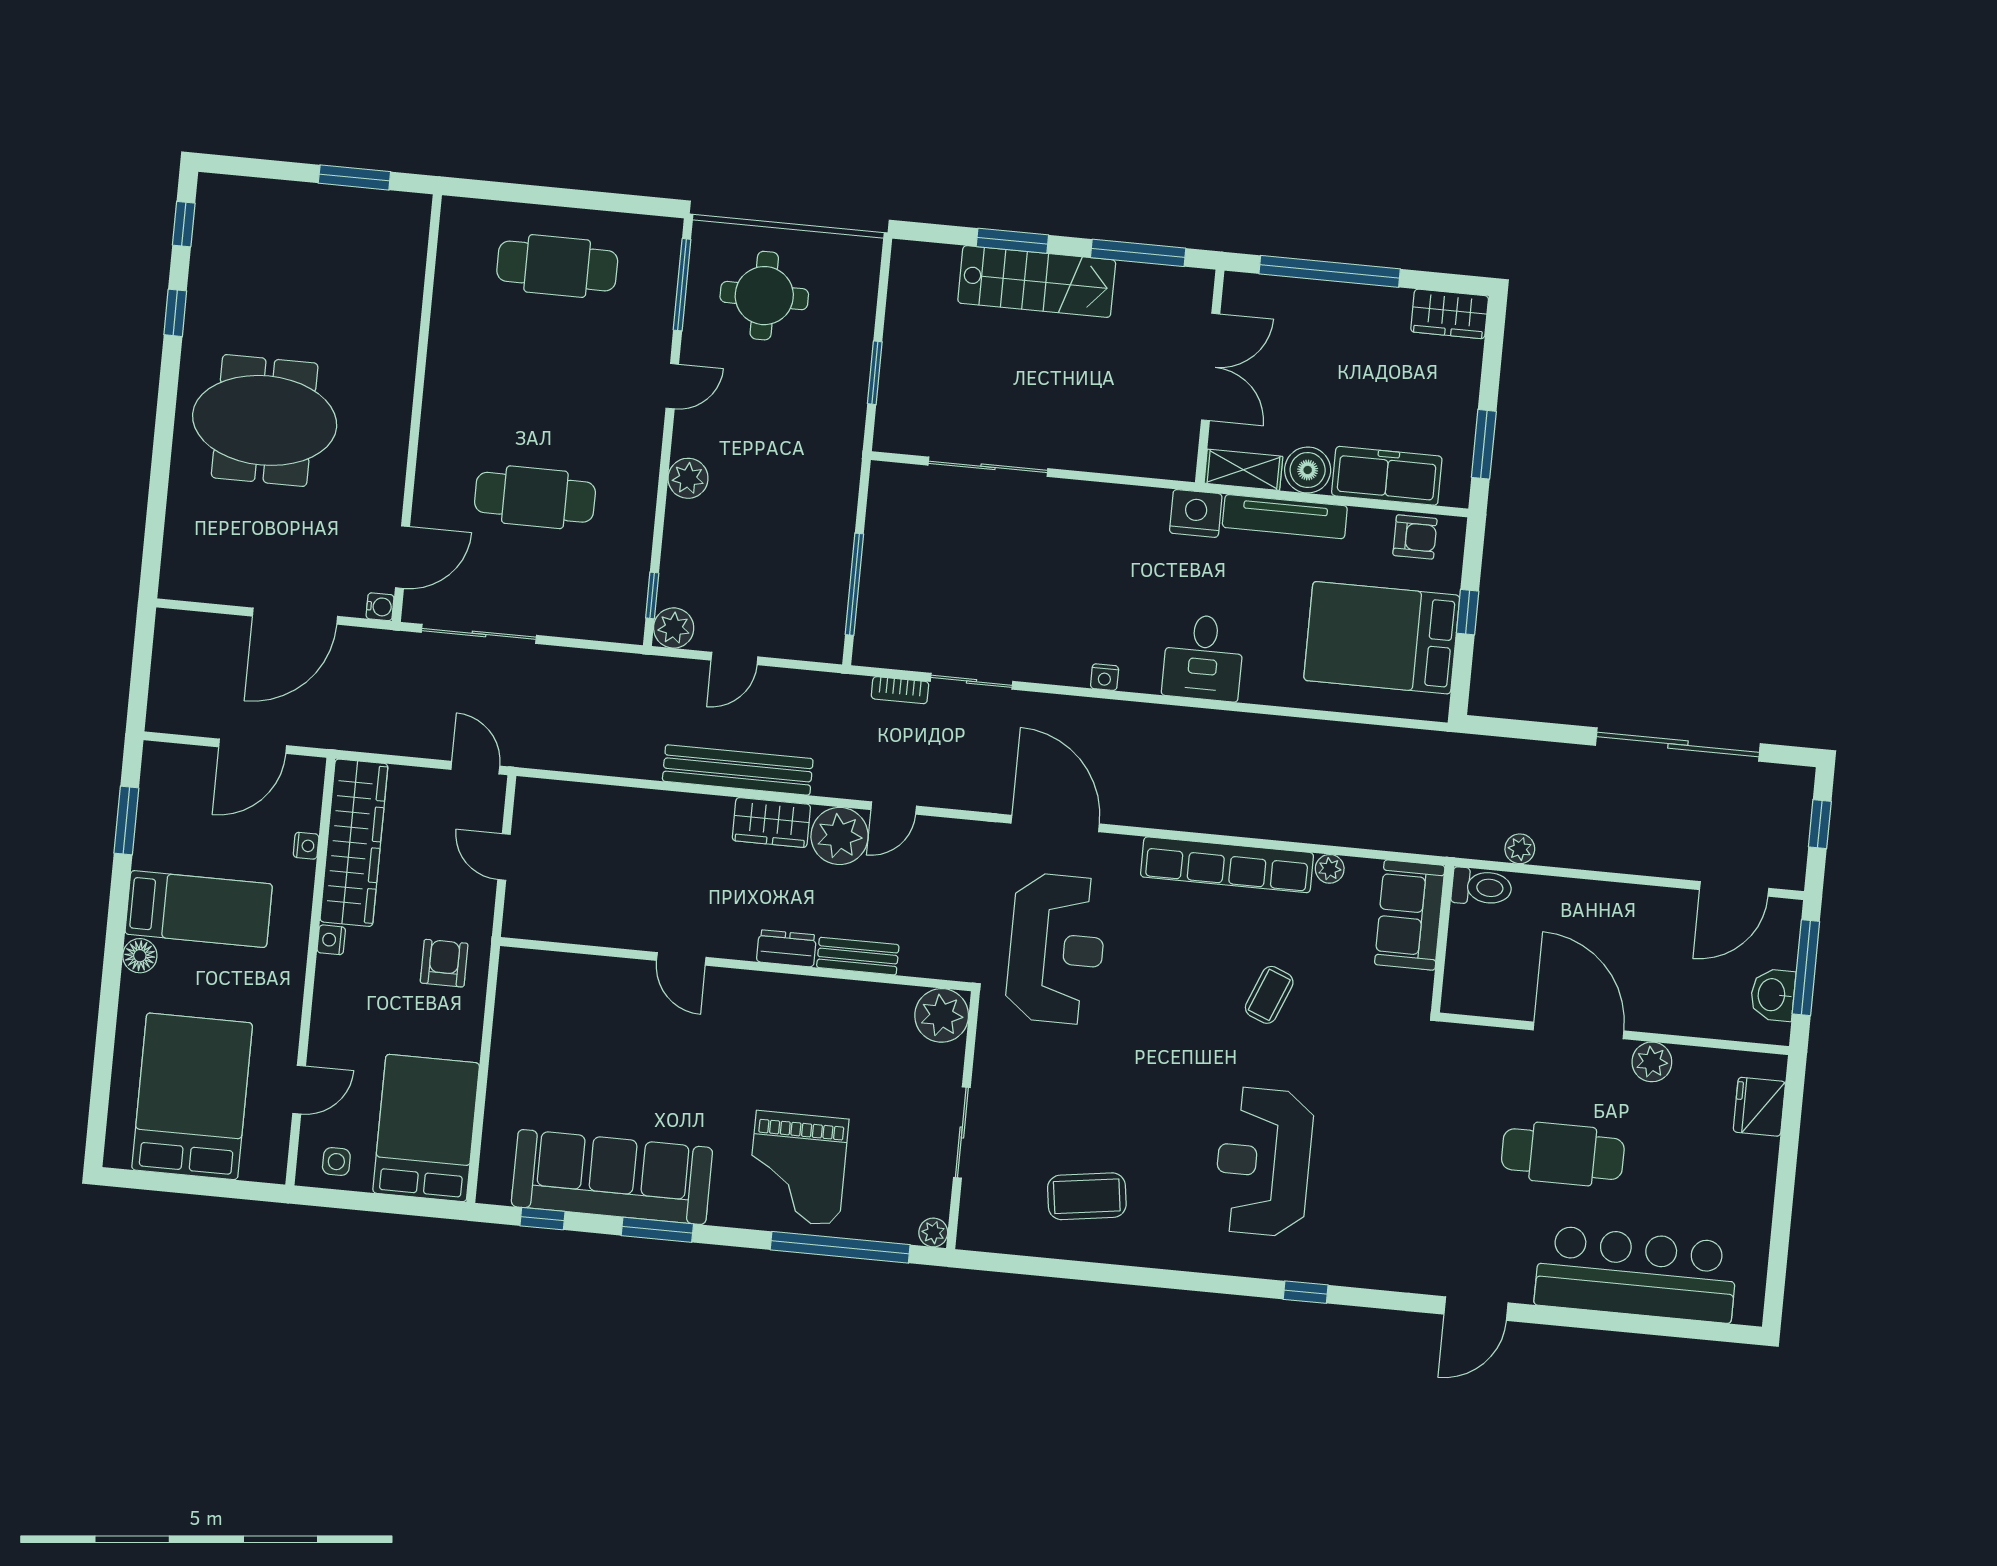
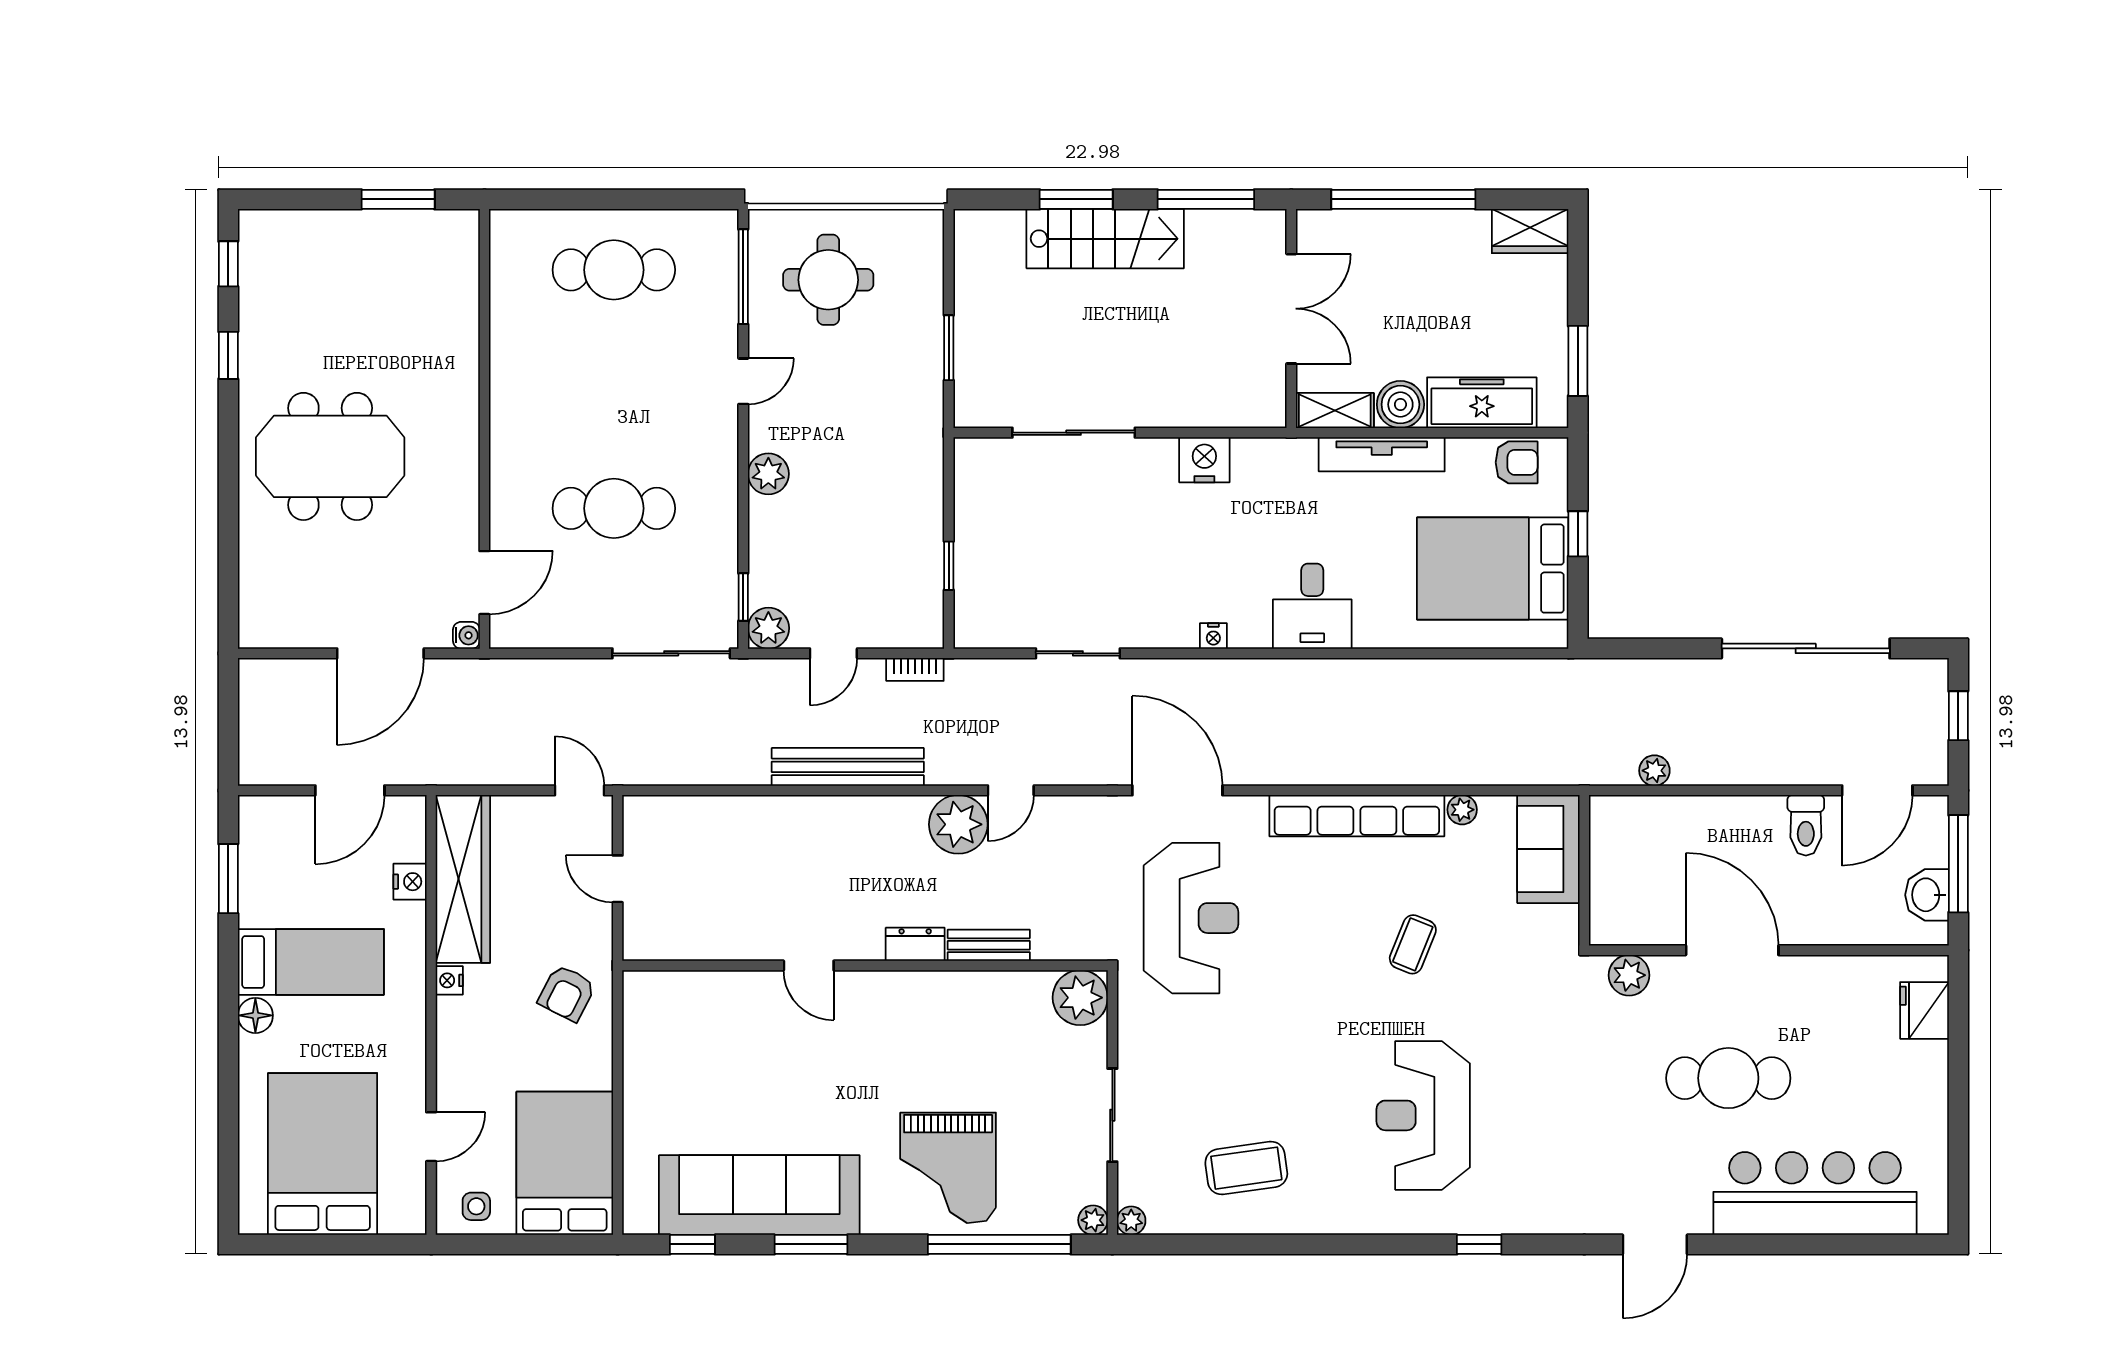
nightstand: (1196, 513) -> (1204, 460), moved
window: (854, 584) -> (949, 566), width x0.46
sliding door: (479, 634) -> (671, 653), moved
bookcase: (900, 690) -> (915, 669), moved
wardrobe: (771, 823) -> (887, 817), removed
nightstand: (306, 846) -> (410, 882), width x1.39, depth x1.35
toilet: (1482, 887) -> (1806, 825), moved, turned 90
armchair: (444, 963) -> (567, 993), turned -153
plant: (1652, 1062) -> (1629, 975), moved
plant: (970, 1237) -> (1131, 1221), added

